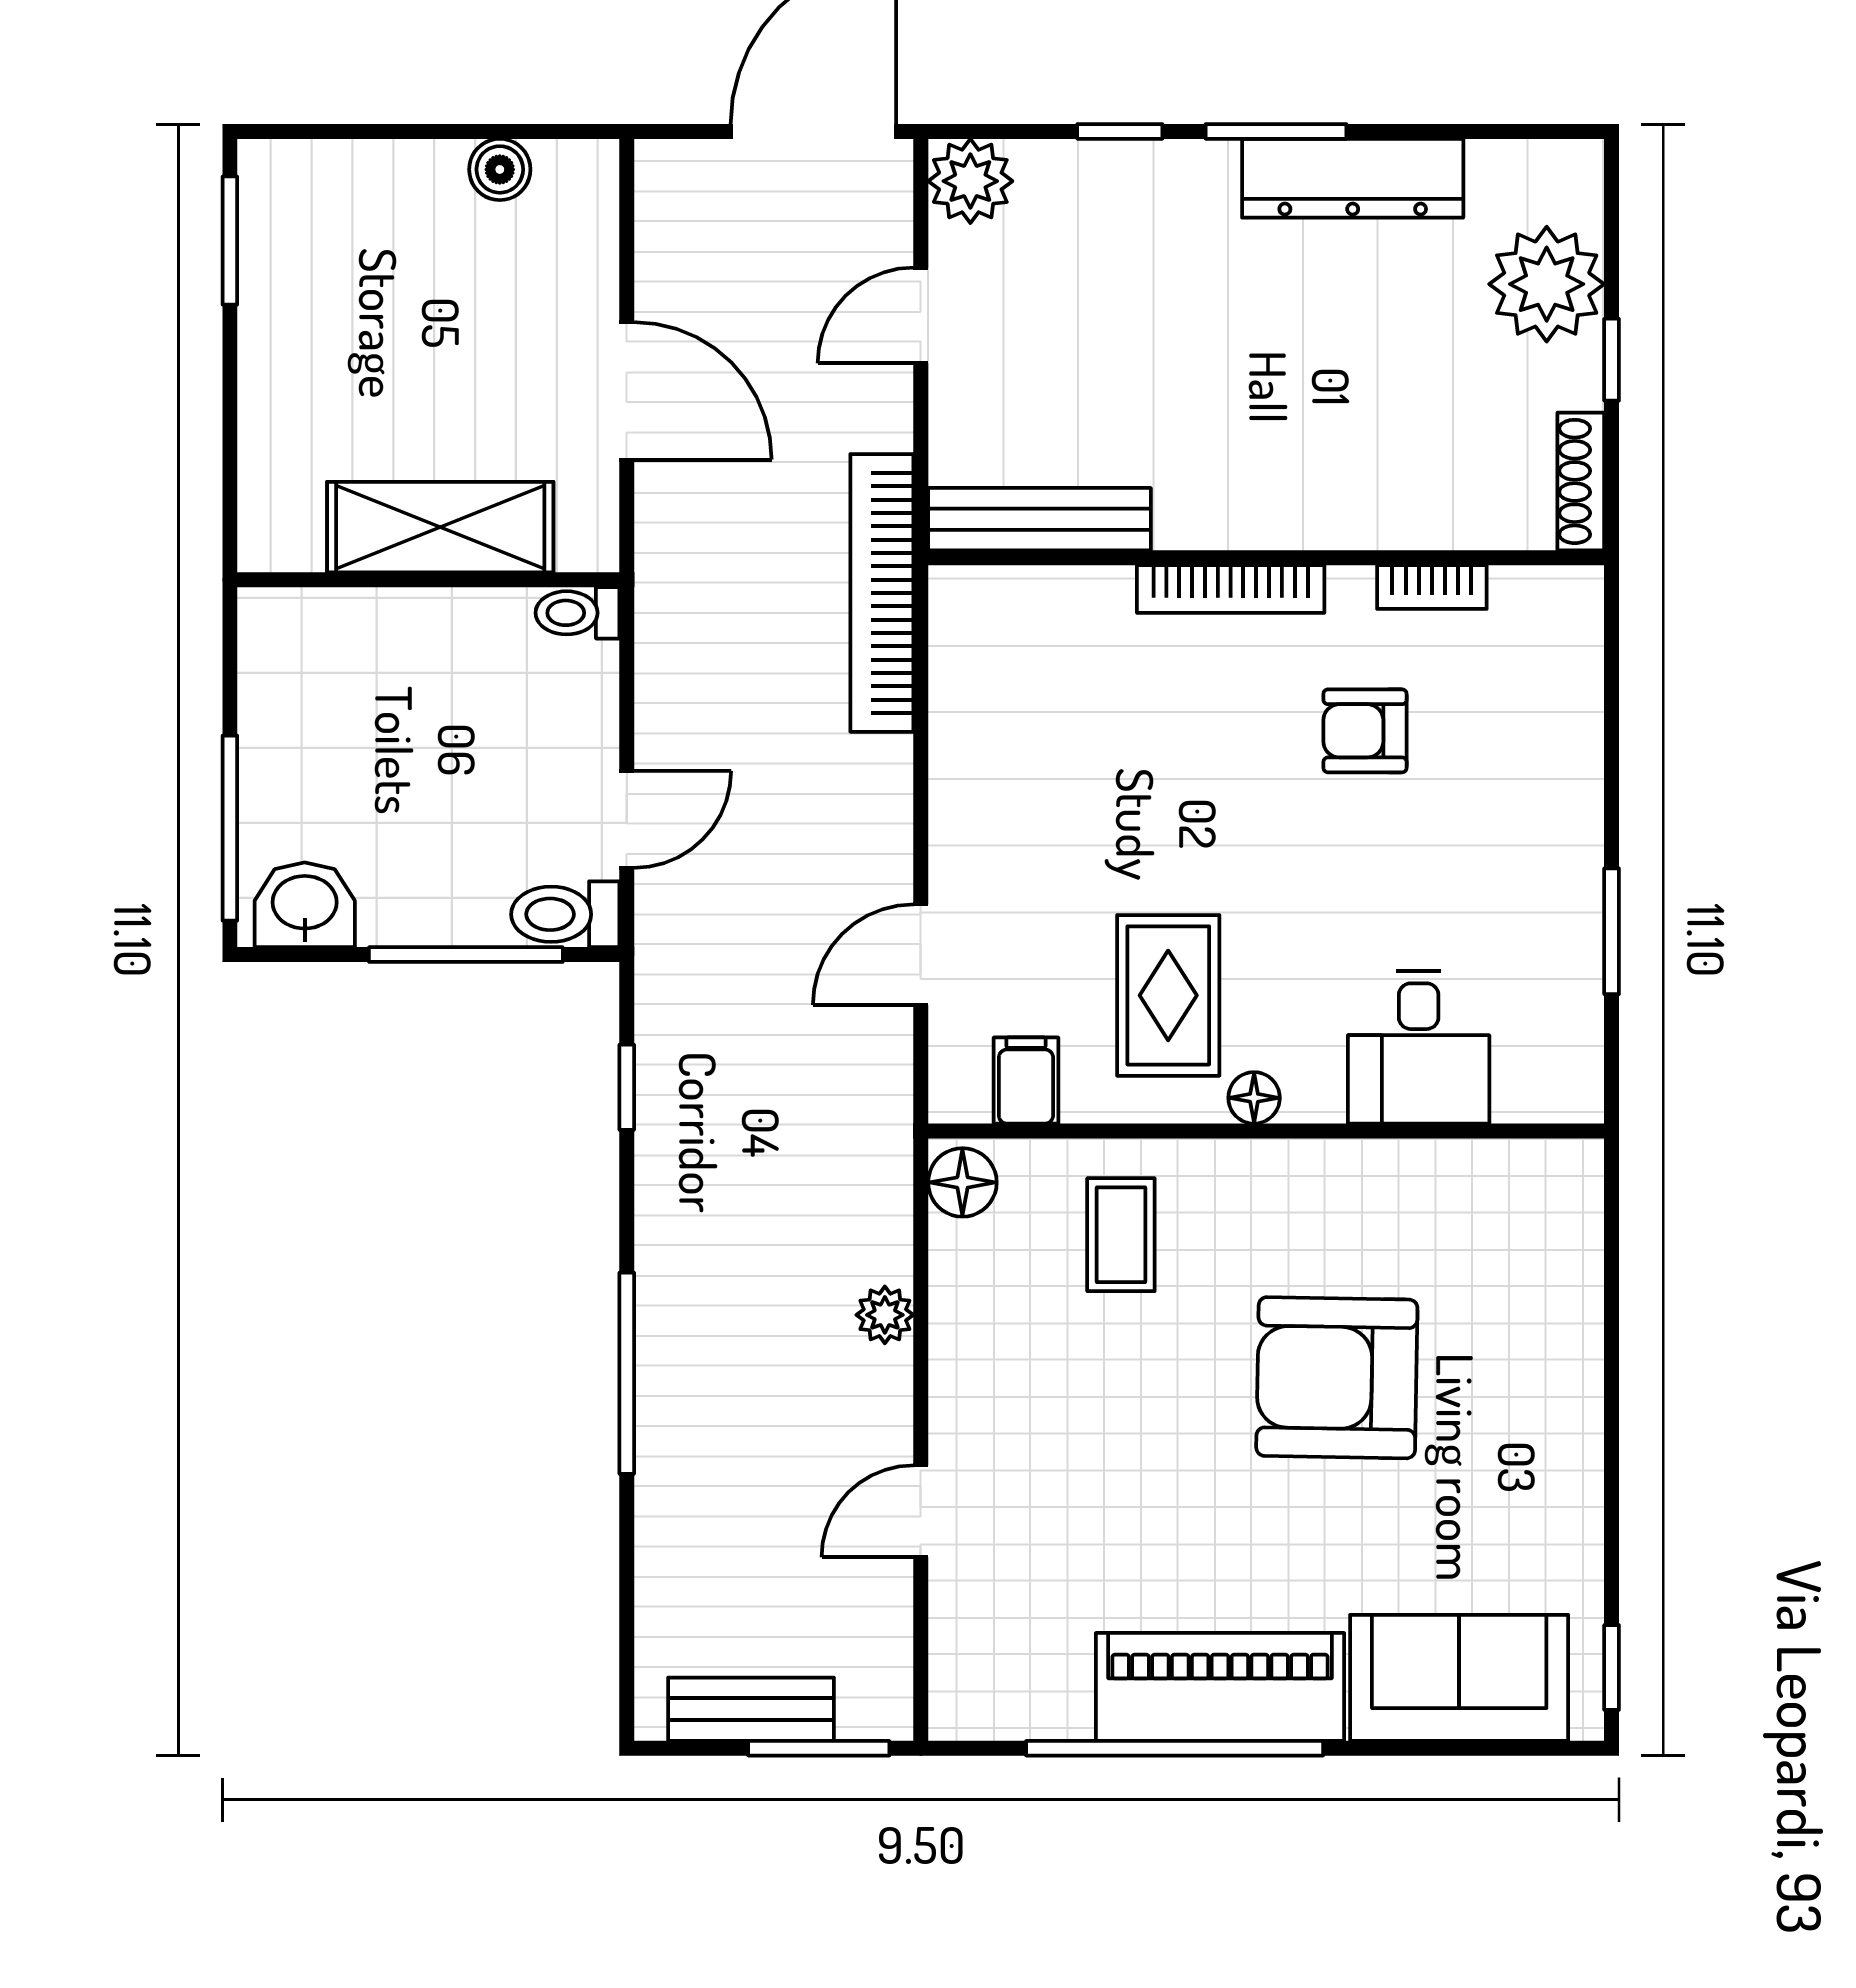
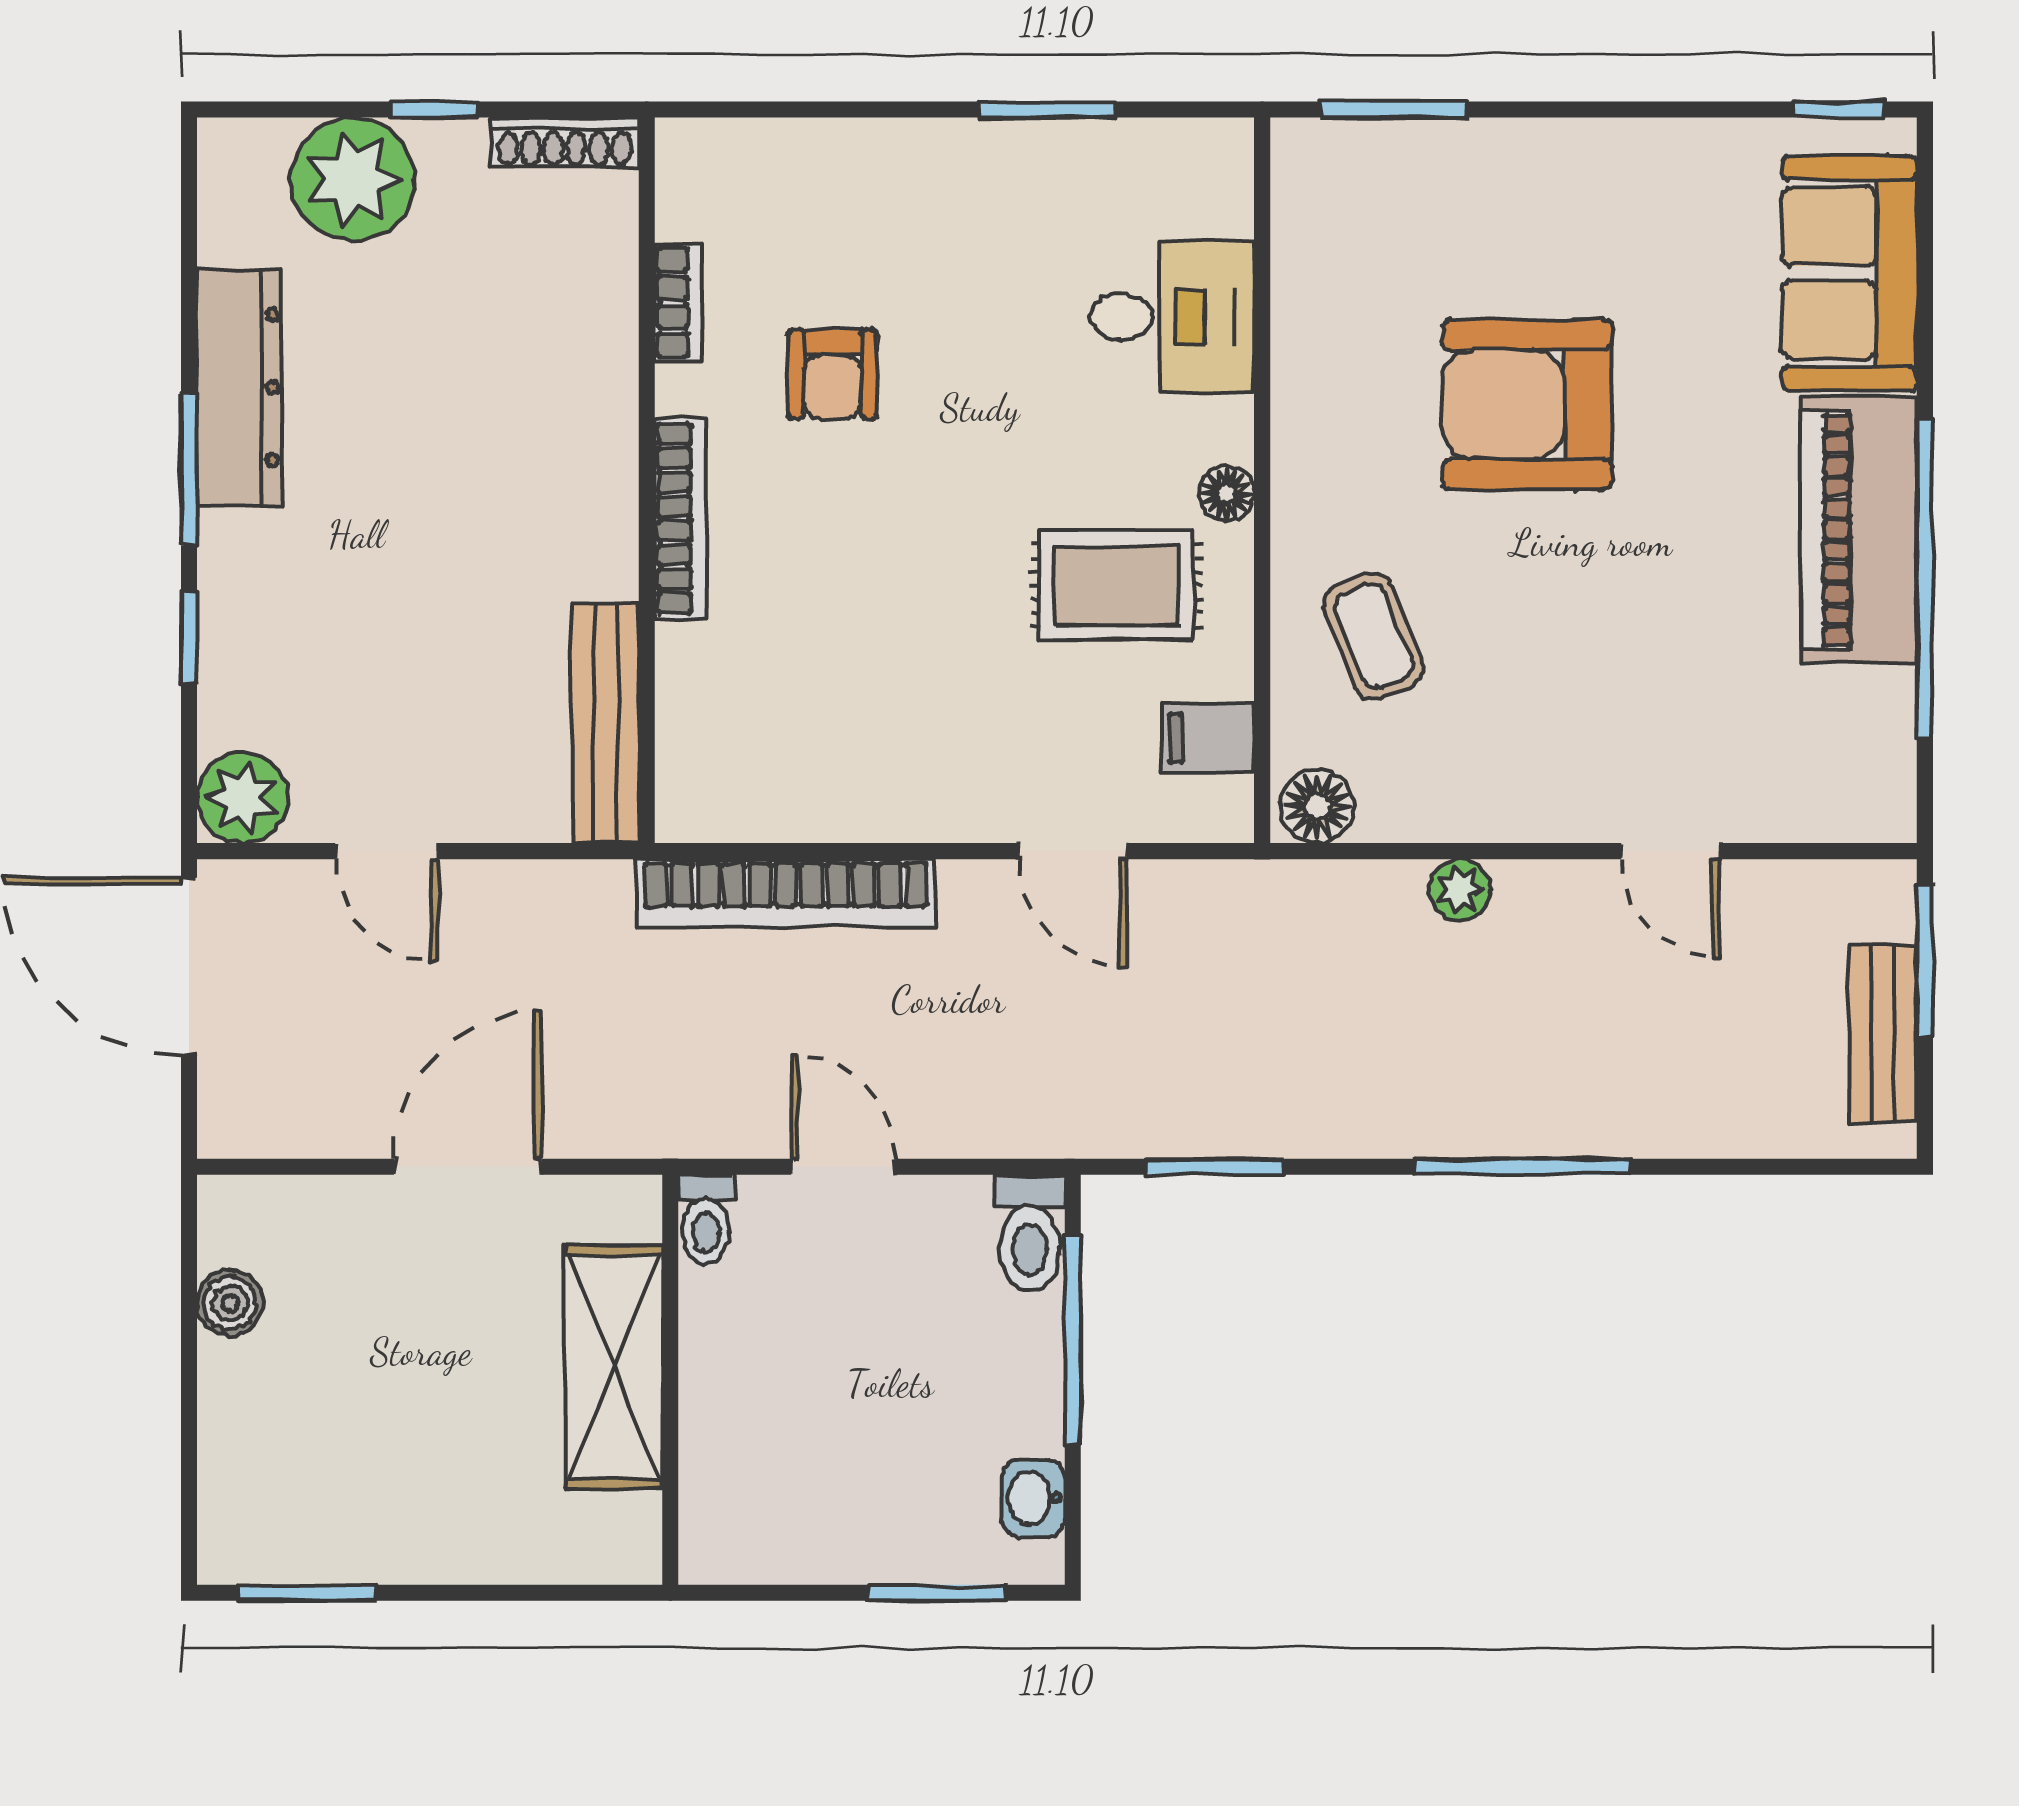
bookcase: (882, 593) -> (786, 893), moved
door: (627, 819) -> (843, 1167), moved
window: (230, 828) -> (937, 1593), width x0.69
washbasin: (305, 905) -> (1033, 1498), width x0.72, depth x0.69
window: (627, 1087) -> (1215, 1167), width x1.50
coffee table: (1121, 1235) -> (1374, 636), turned 68
window: (1612, 1254) -> (1394, 109), added
armchair: (1337, 1378) -> (1527, 404), turned 89

